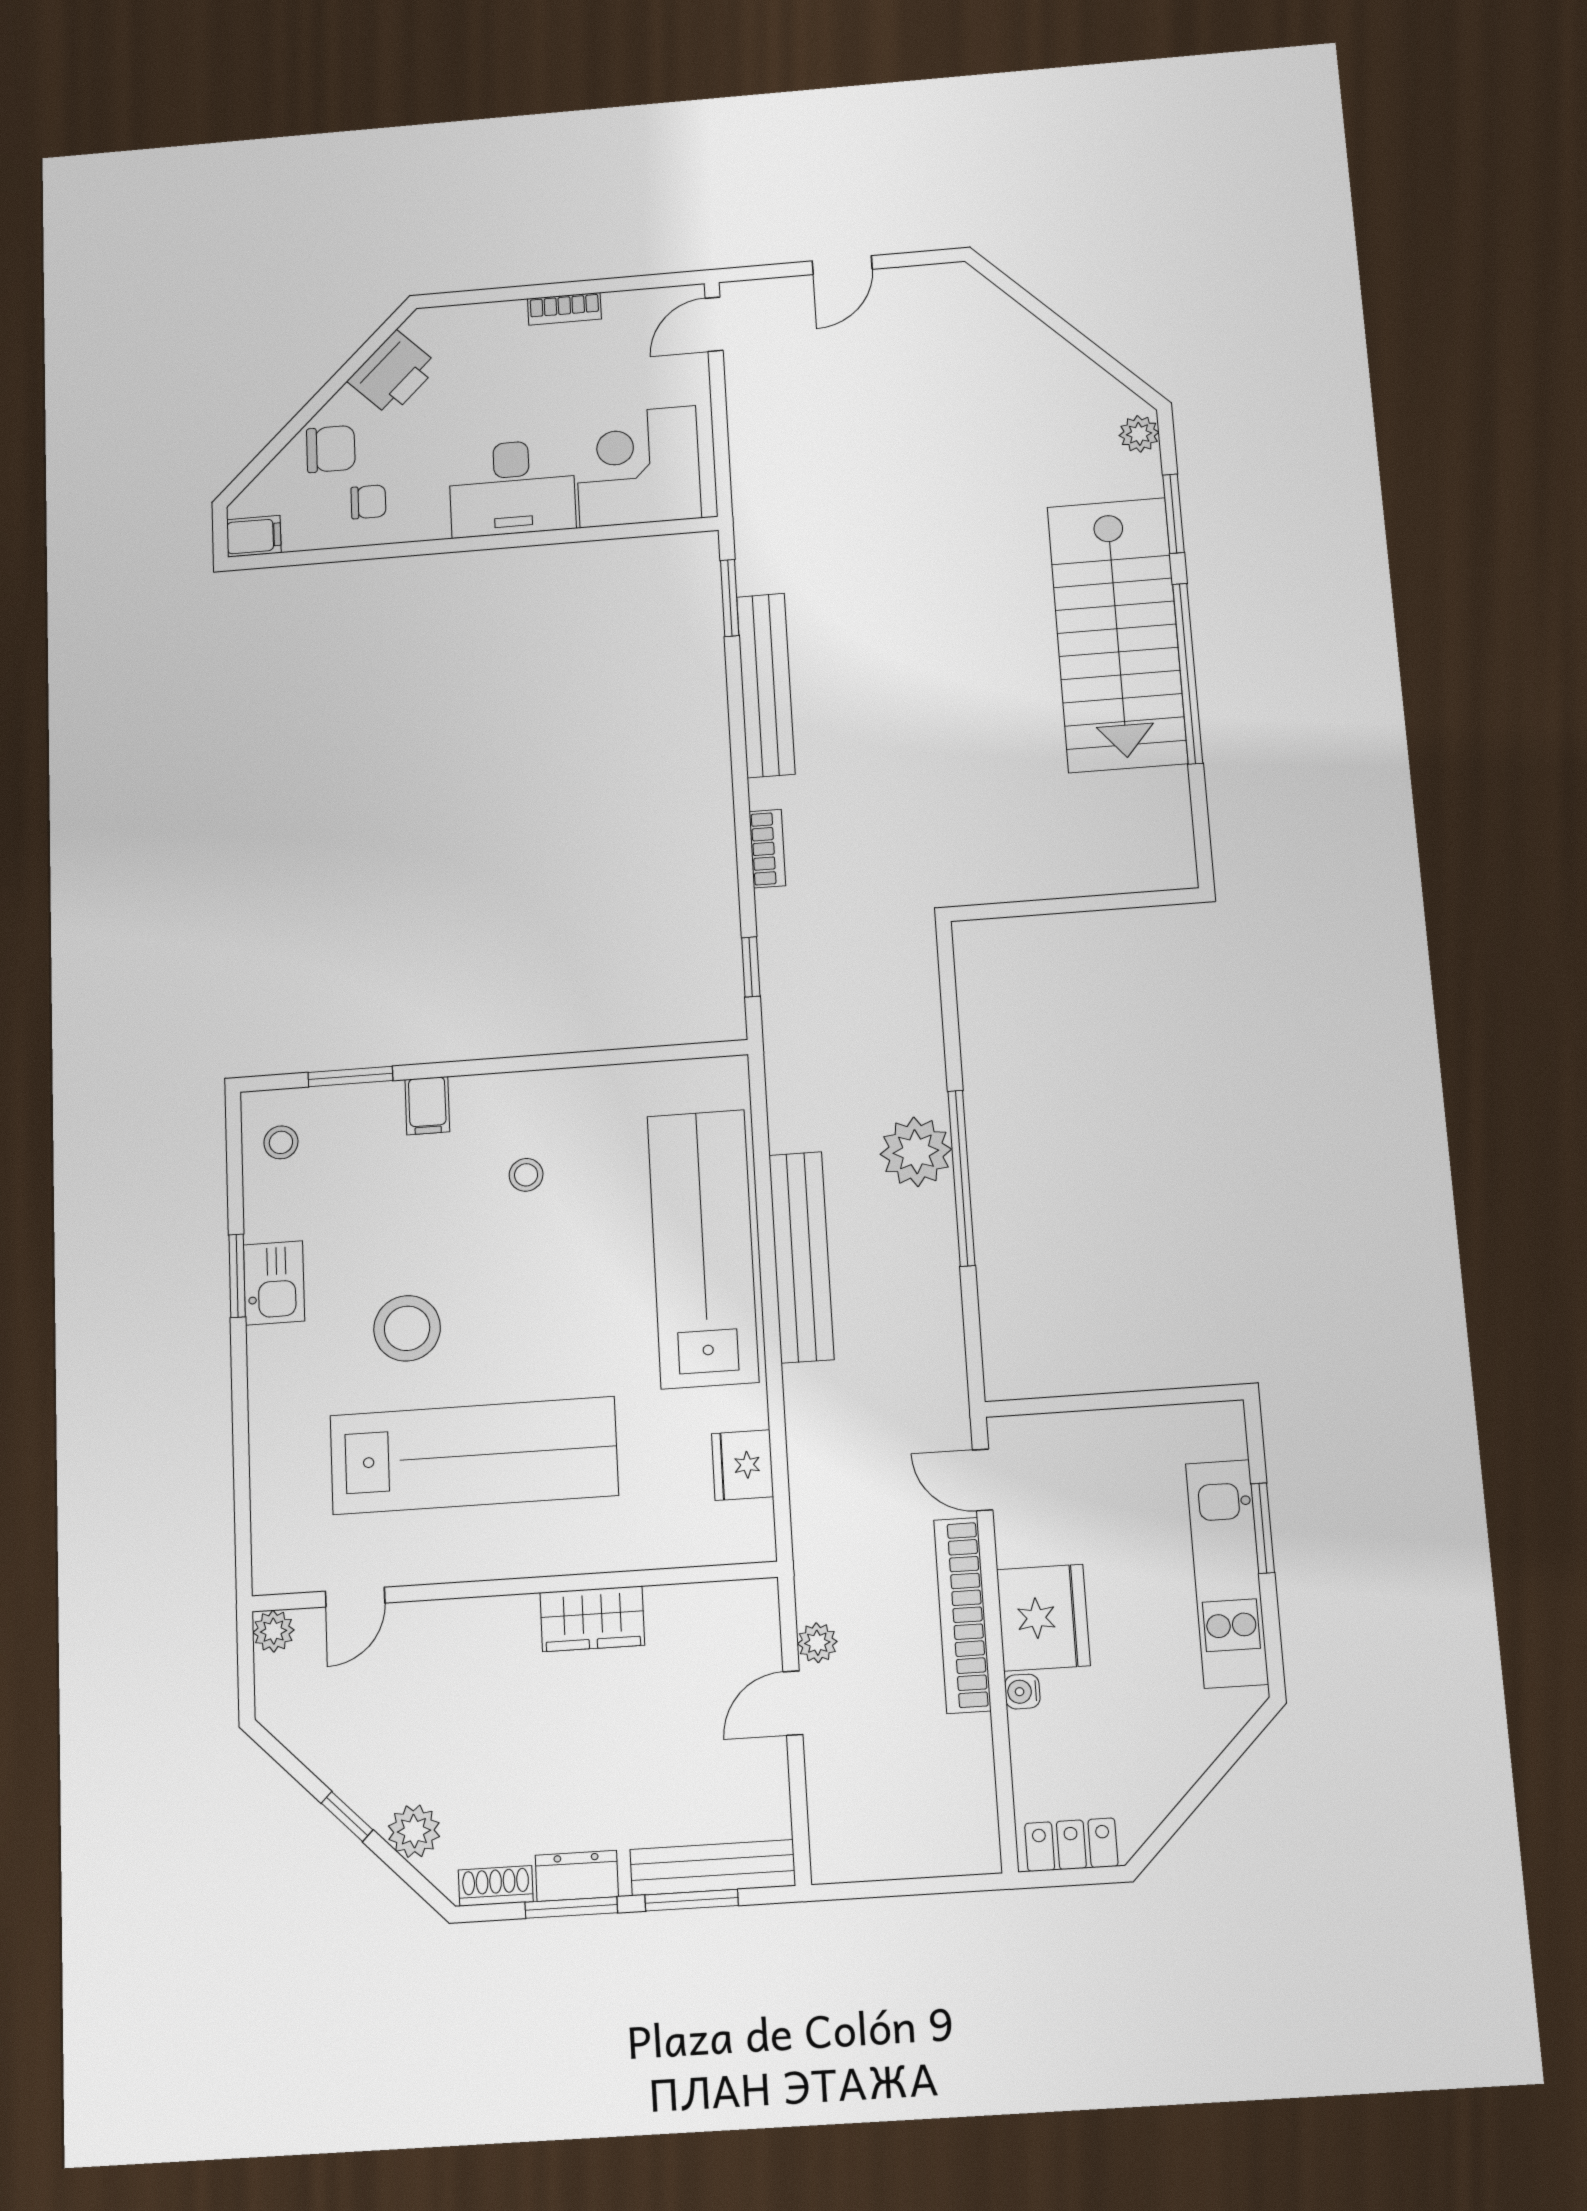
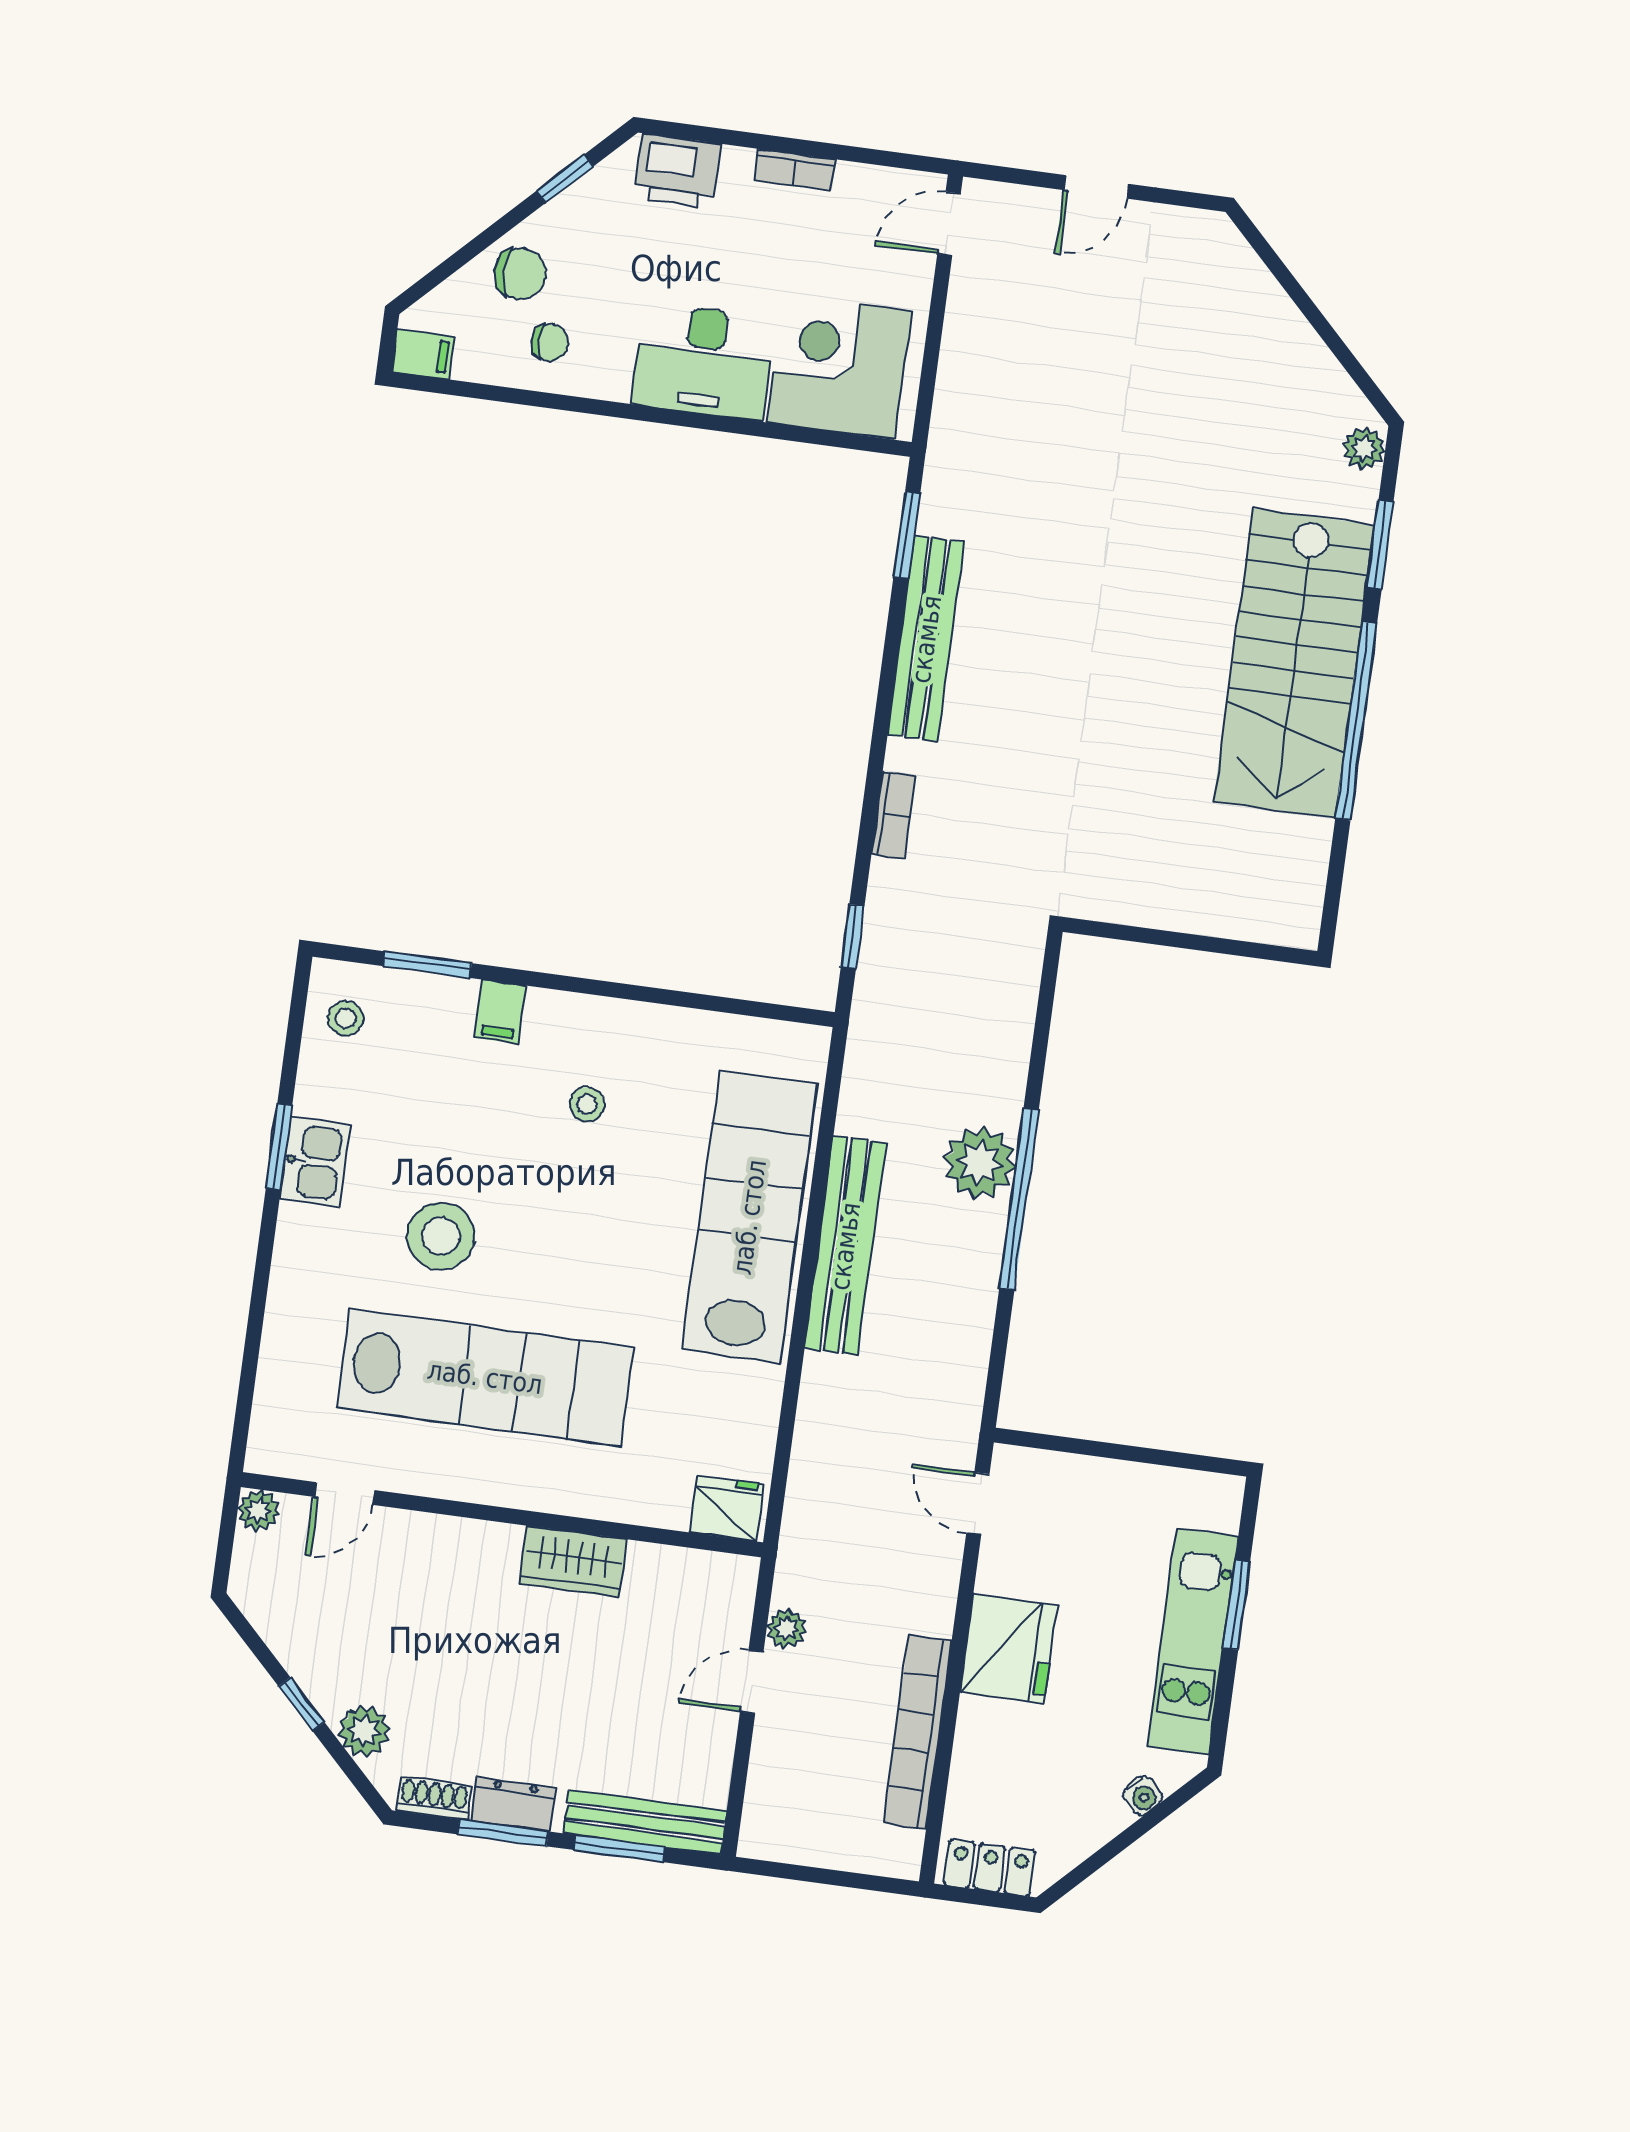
window: (357, 361) -> (565, 179), added
printer: (393, 373) -> (677, 171), moved, turned 45
fridge: (743, 1465) -> (727, 1508), moved, turned 90
bookcase: (962, 1615) -> (918, 1732), moved
water cooler: (1022, 1692) -> (1143, 1796), moved, turned -135

